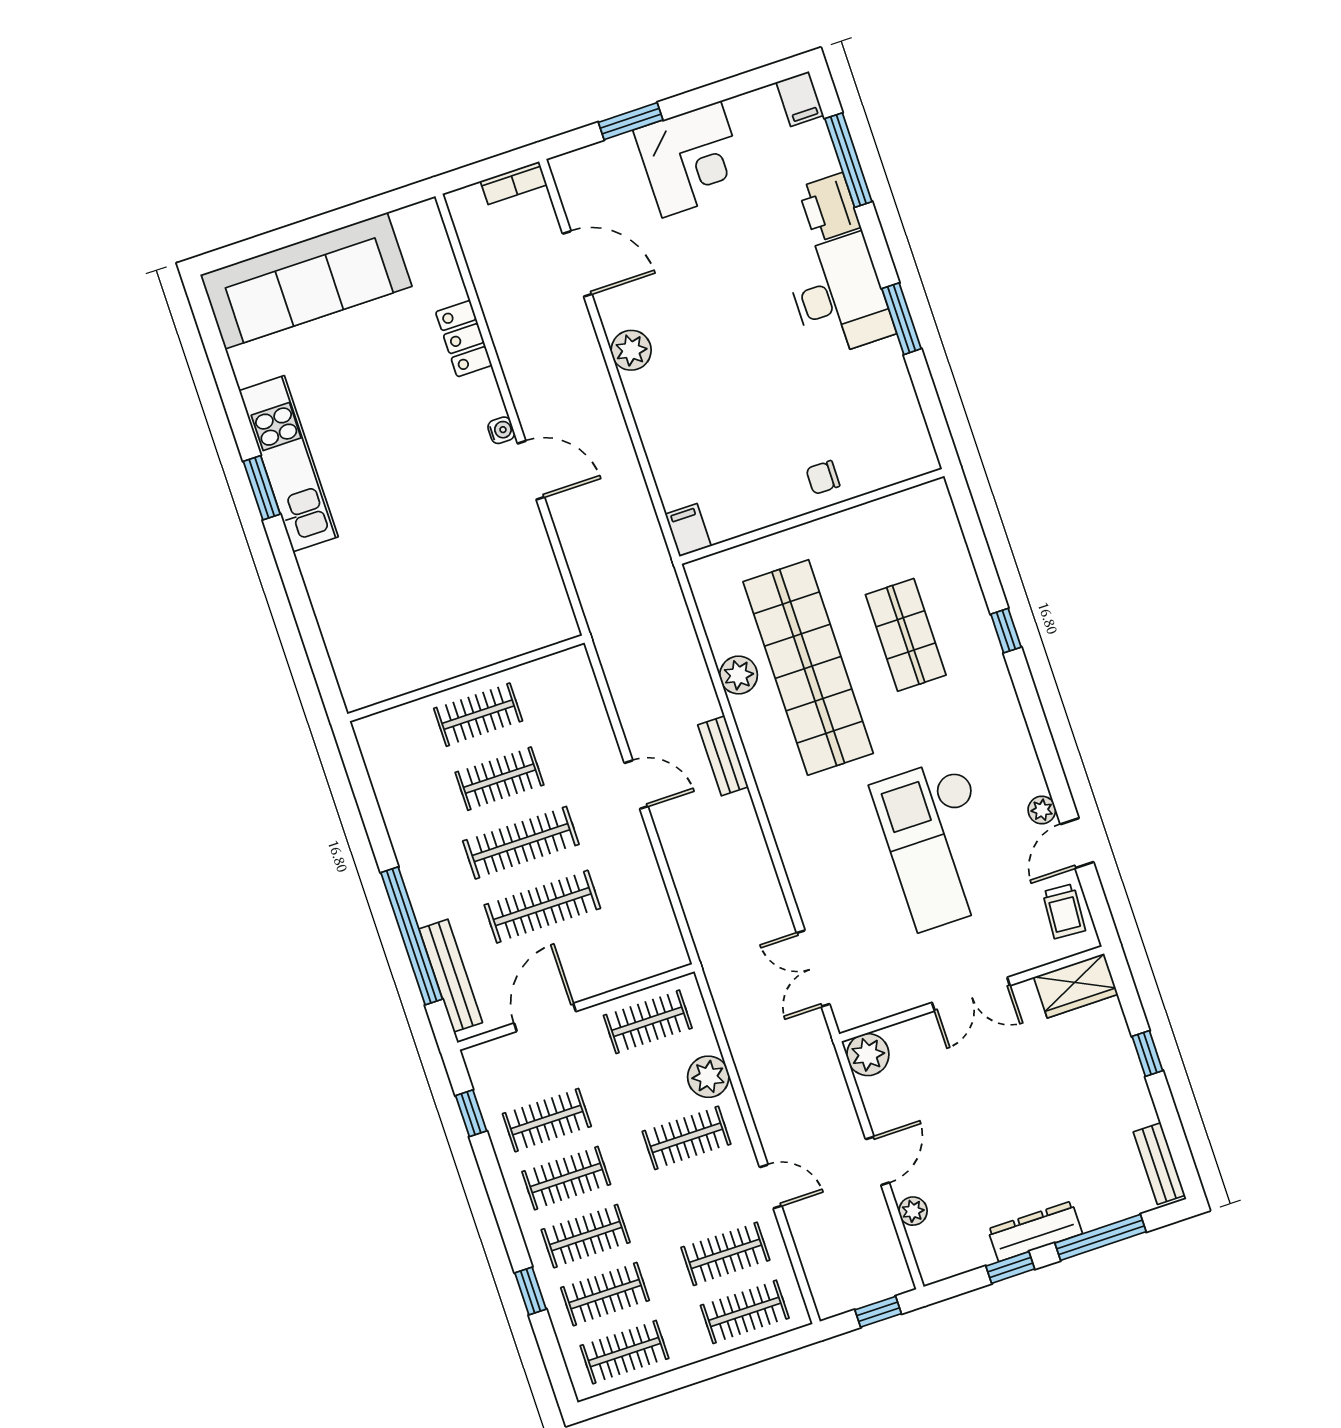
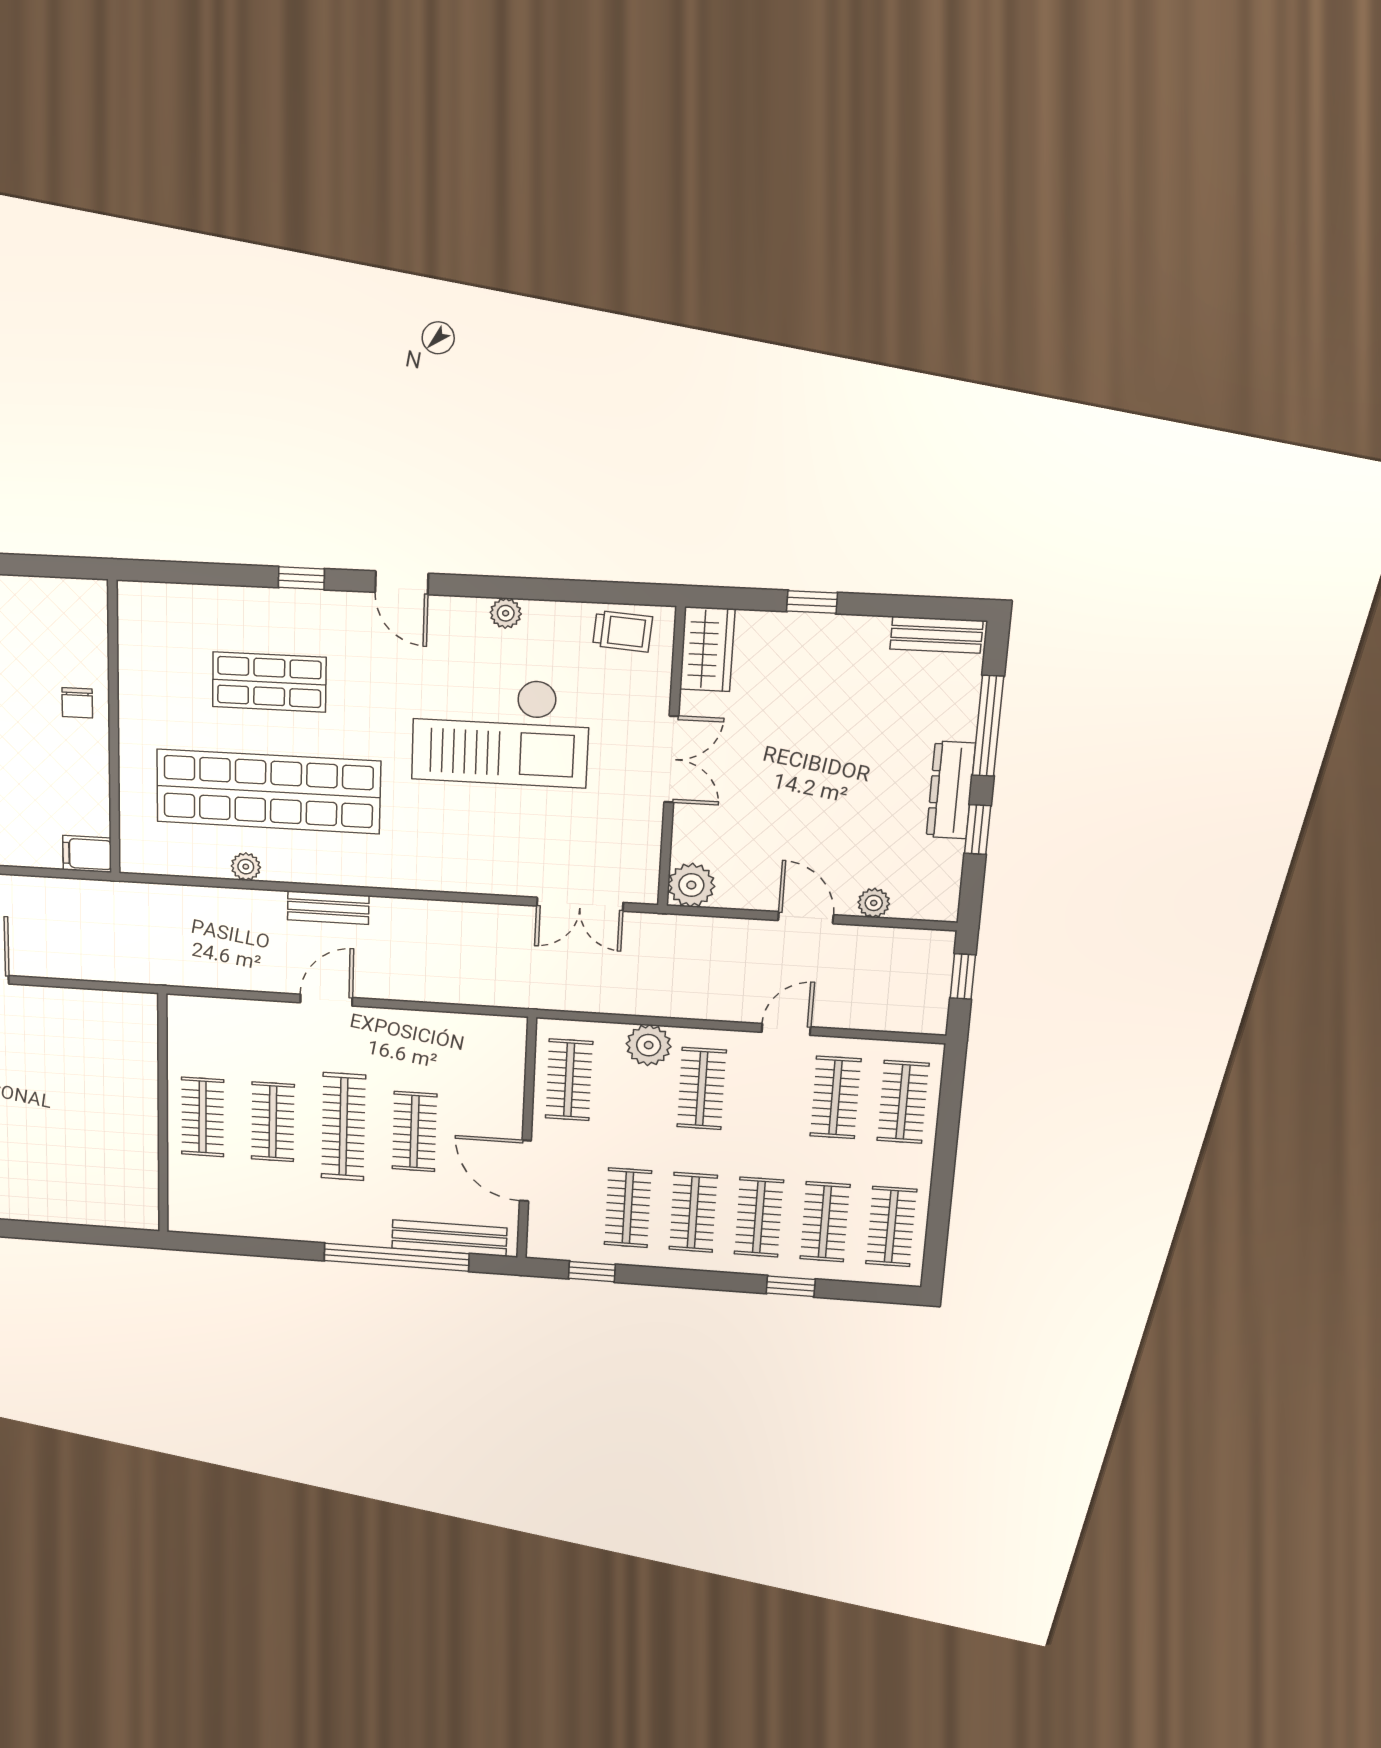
plant: (739, 675) -> (246, 867), width x0.73, depth x0.73
door: (1077, 843) -> (402, 583), moved
clothes rail: (542, 907) -> (414, 1132), width x0.73

